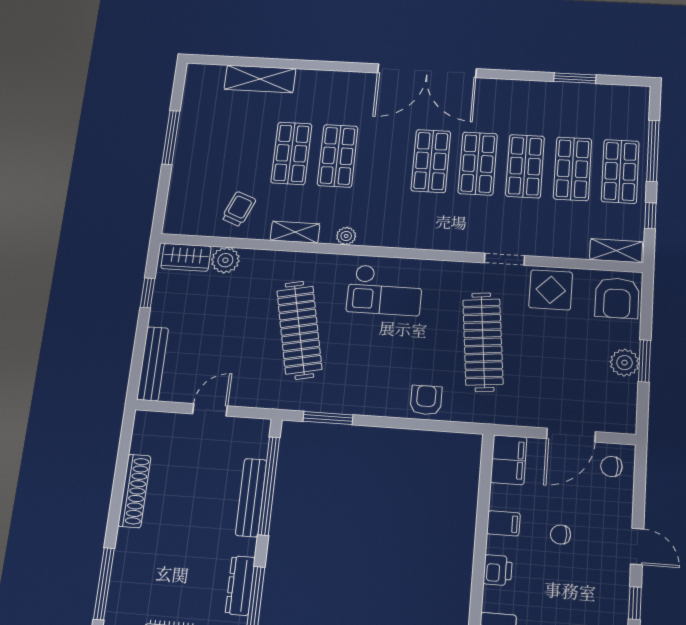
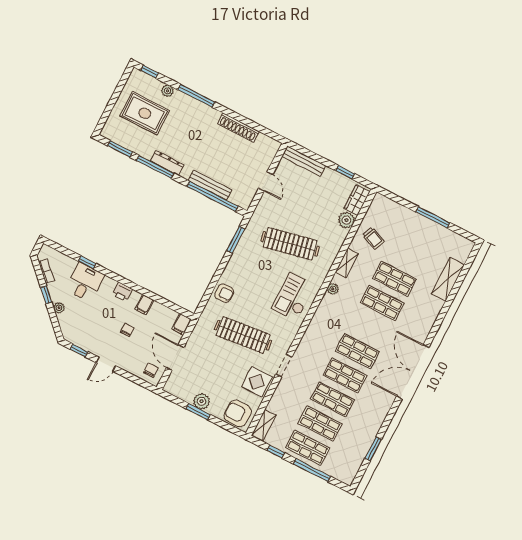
filing cabinet: (509, 460) -> (182, 324), width x0.50

